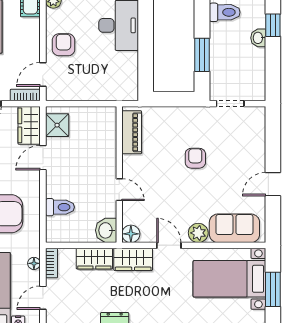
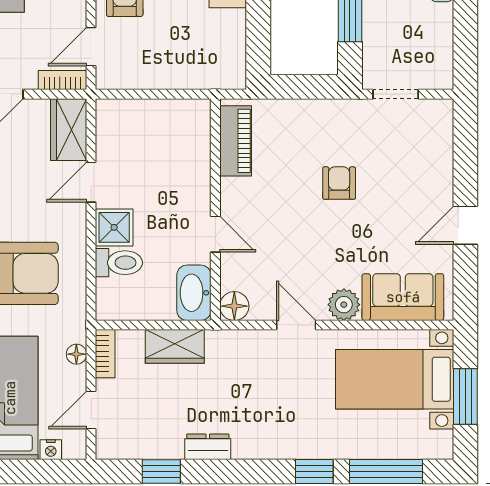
shower: (57, 125) -> (114, 227), moved
washbasin: (106, 230) -> (194, 293), width x1.38
wardrobe: (133, 259) -> (238, 348), removed

